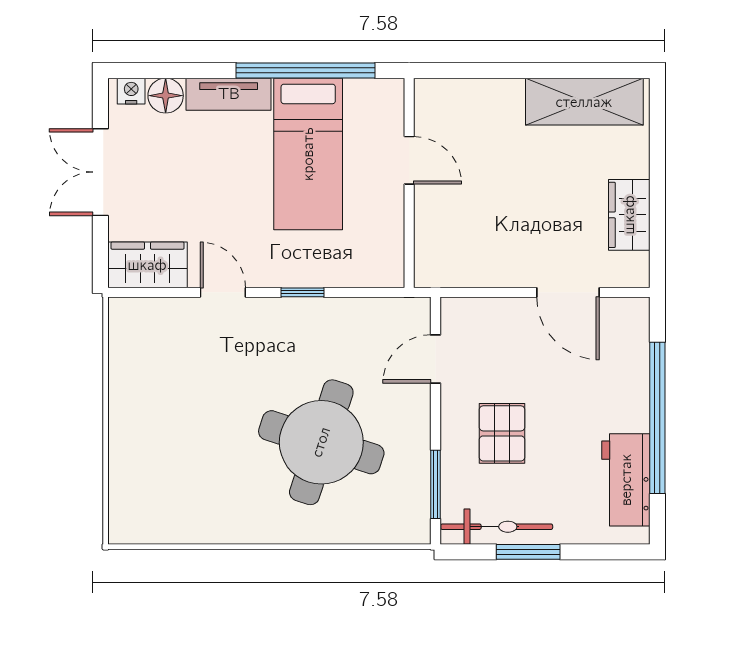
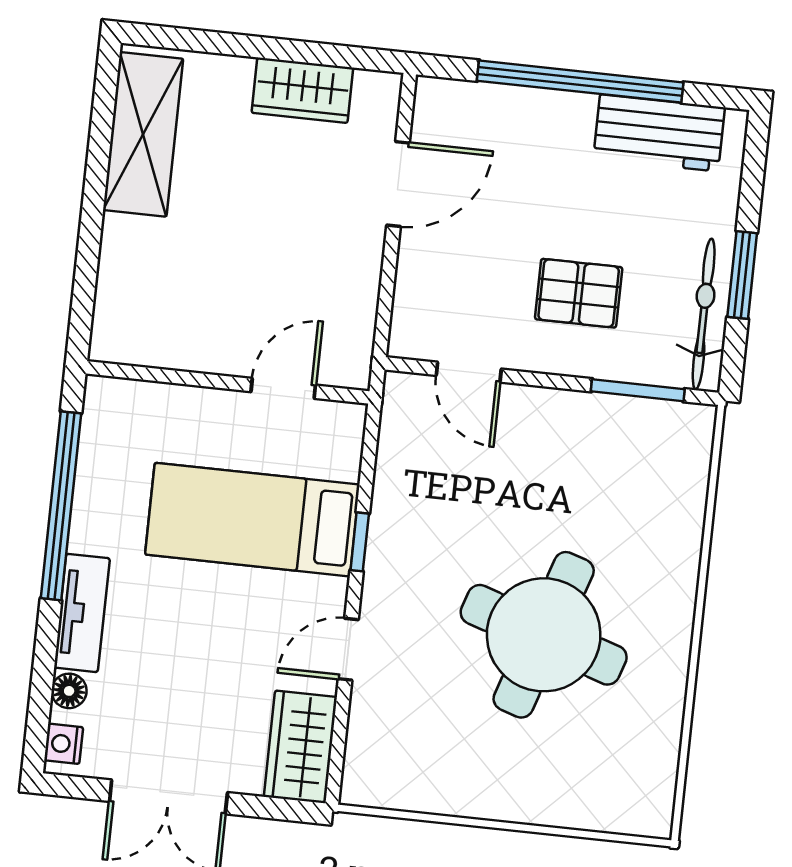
floor lamp: (166, 96) -> (69, 691), width x0.73, depth x0.73
bed: (308, 154) -> (252, 520), moved, turned 180
door: (409, 160) -> (283, 388), moved
round table: (321, 442) -> (544, 635), moved

